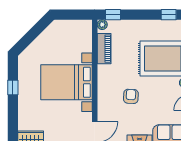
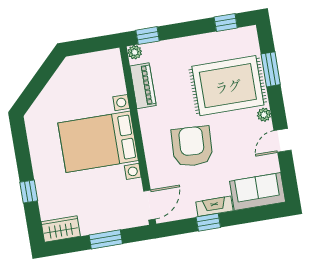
window: (13, 88) -> (29, 192), moved
armchair: (131, 96) -> (192, 146), width x1.88, depth x1.88

